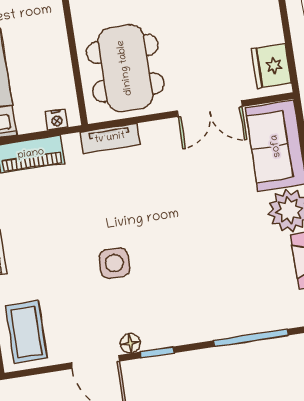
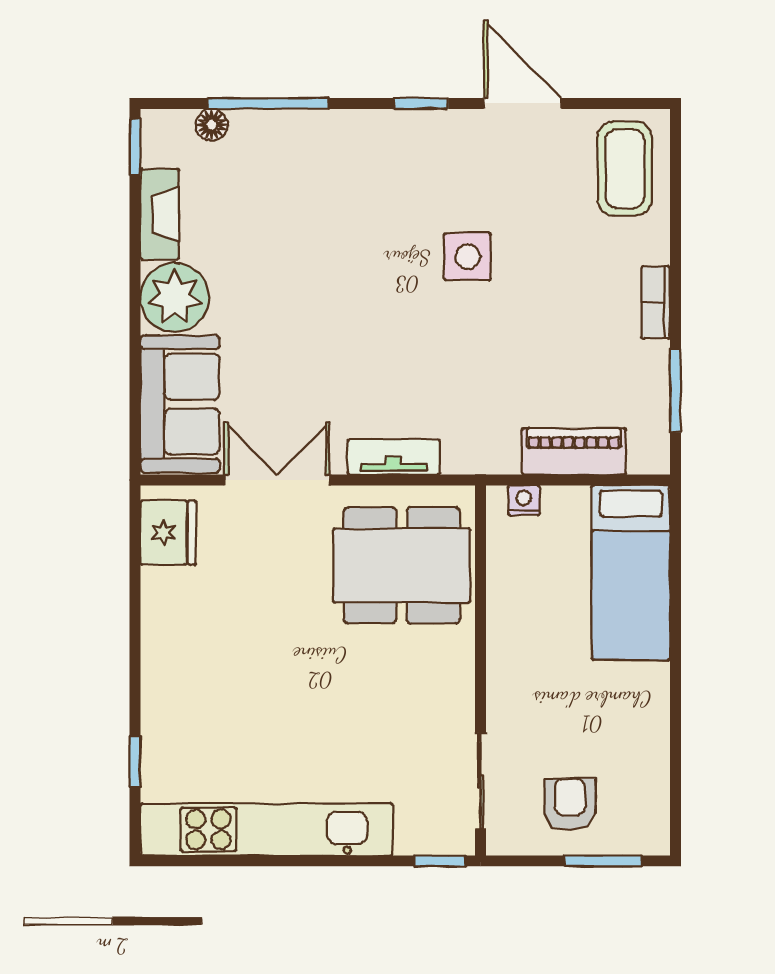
dining table: (125, 68) -> (402, 565), turned 90
tv unit: (110, 138) -> (394, 457), moved
floor lamp: (130, 343) -> (212, 125), moved

